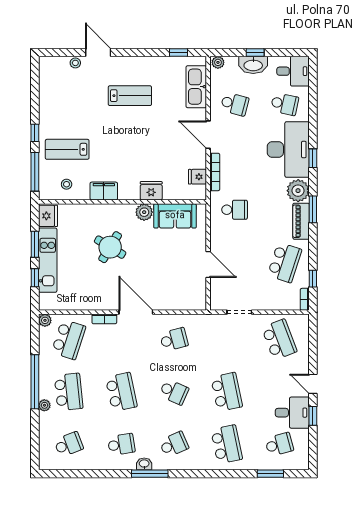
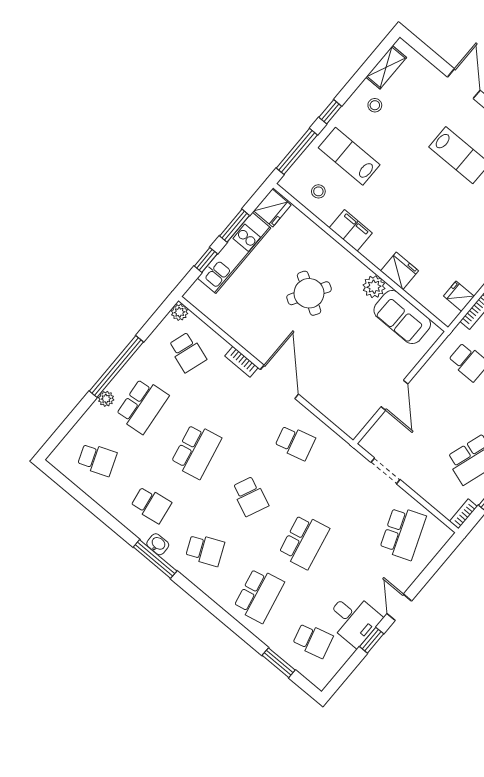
stool: (75, 63) -> (375, 105), moved
shelving: (46, 81) -> (386, 67), added
school desk: (69, 339) -> (187, 352), width x0.54

